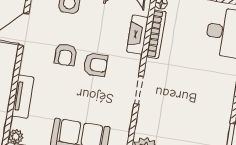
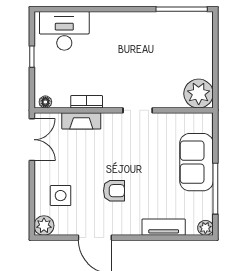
bookcase: (156, 34) -> (87, 102), width x0.64
armchair: (95, 65) -> (119, 159), removed

